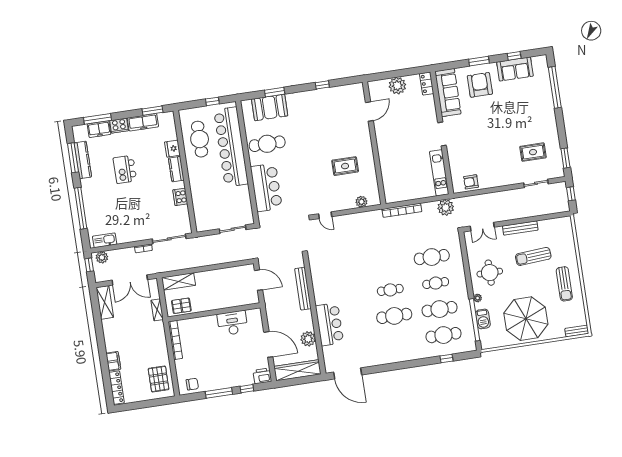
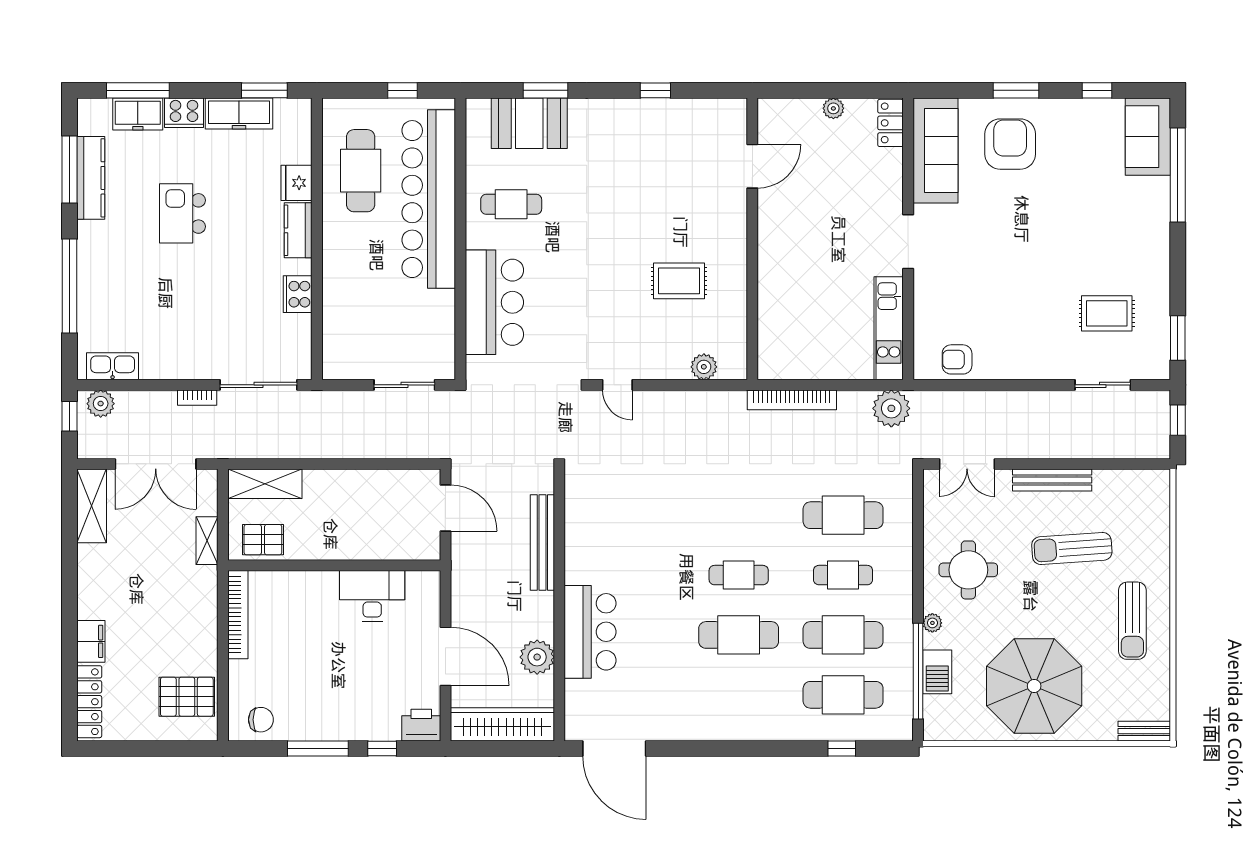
sofa: (515, 69) -> (1148, 137), moved, turned 90
plant: (397, 86) -> (833, 108), width x0.53, depth x0.53
cafe table: (267, 144) -> (511, 204), width x0.73, depth x0.74
pallet: (159, 379) -> (187, 697), turned 90

